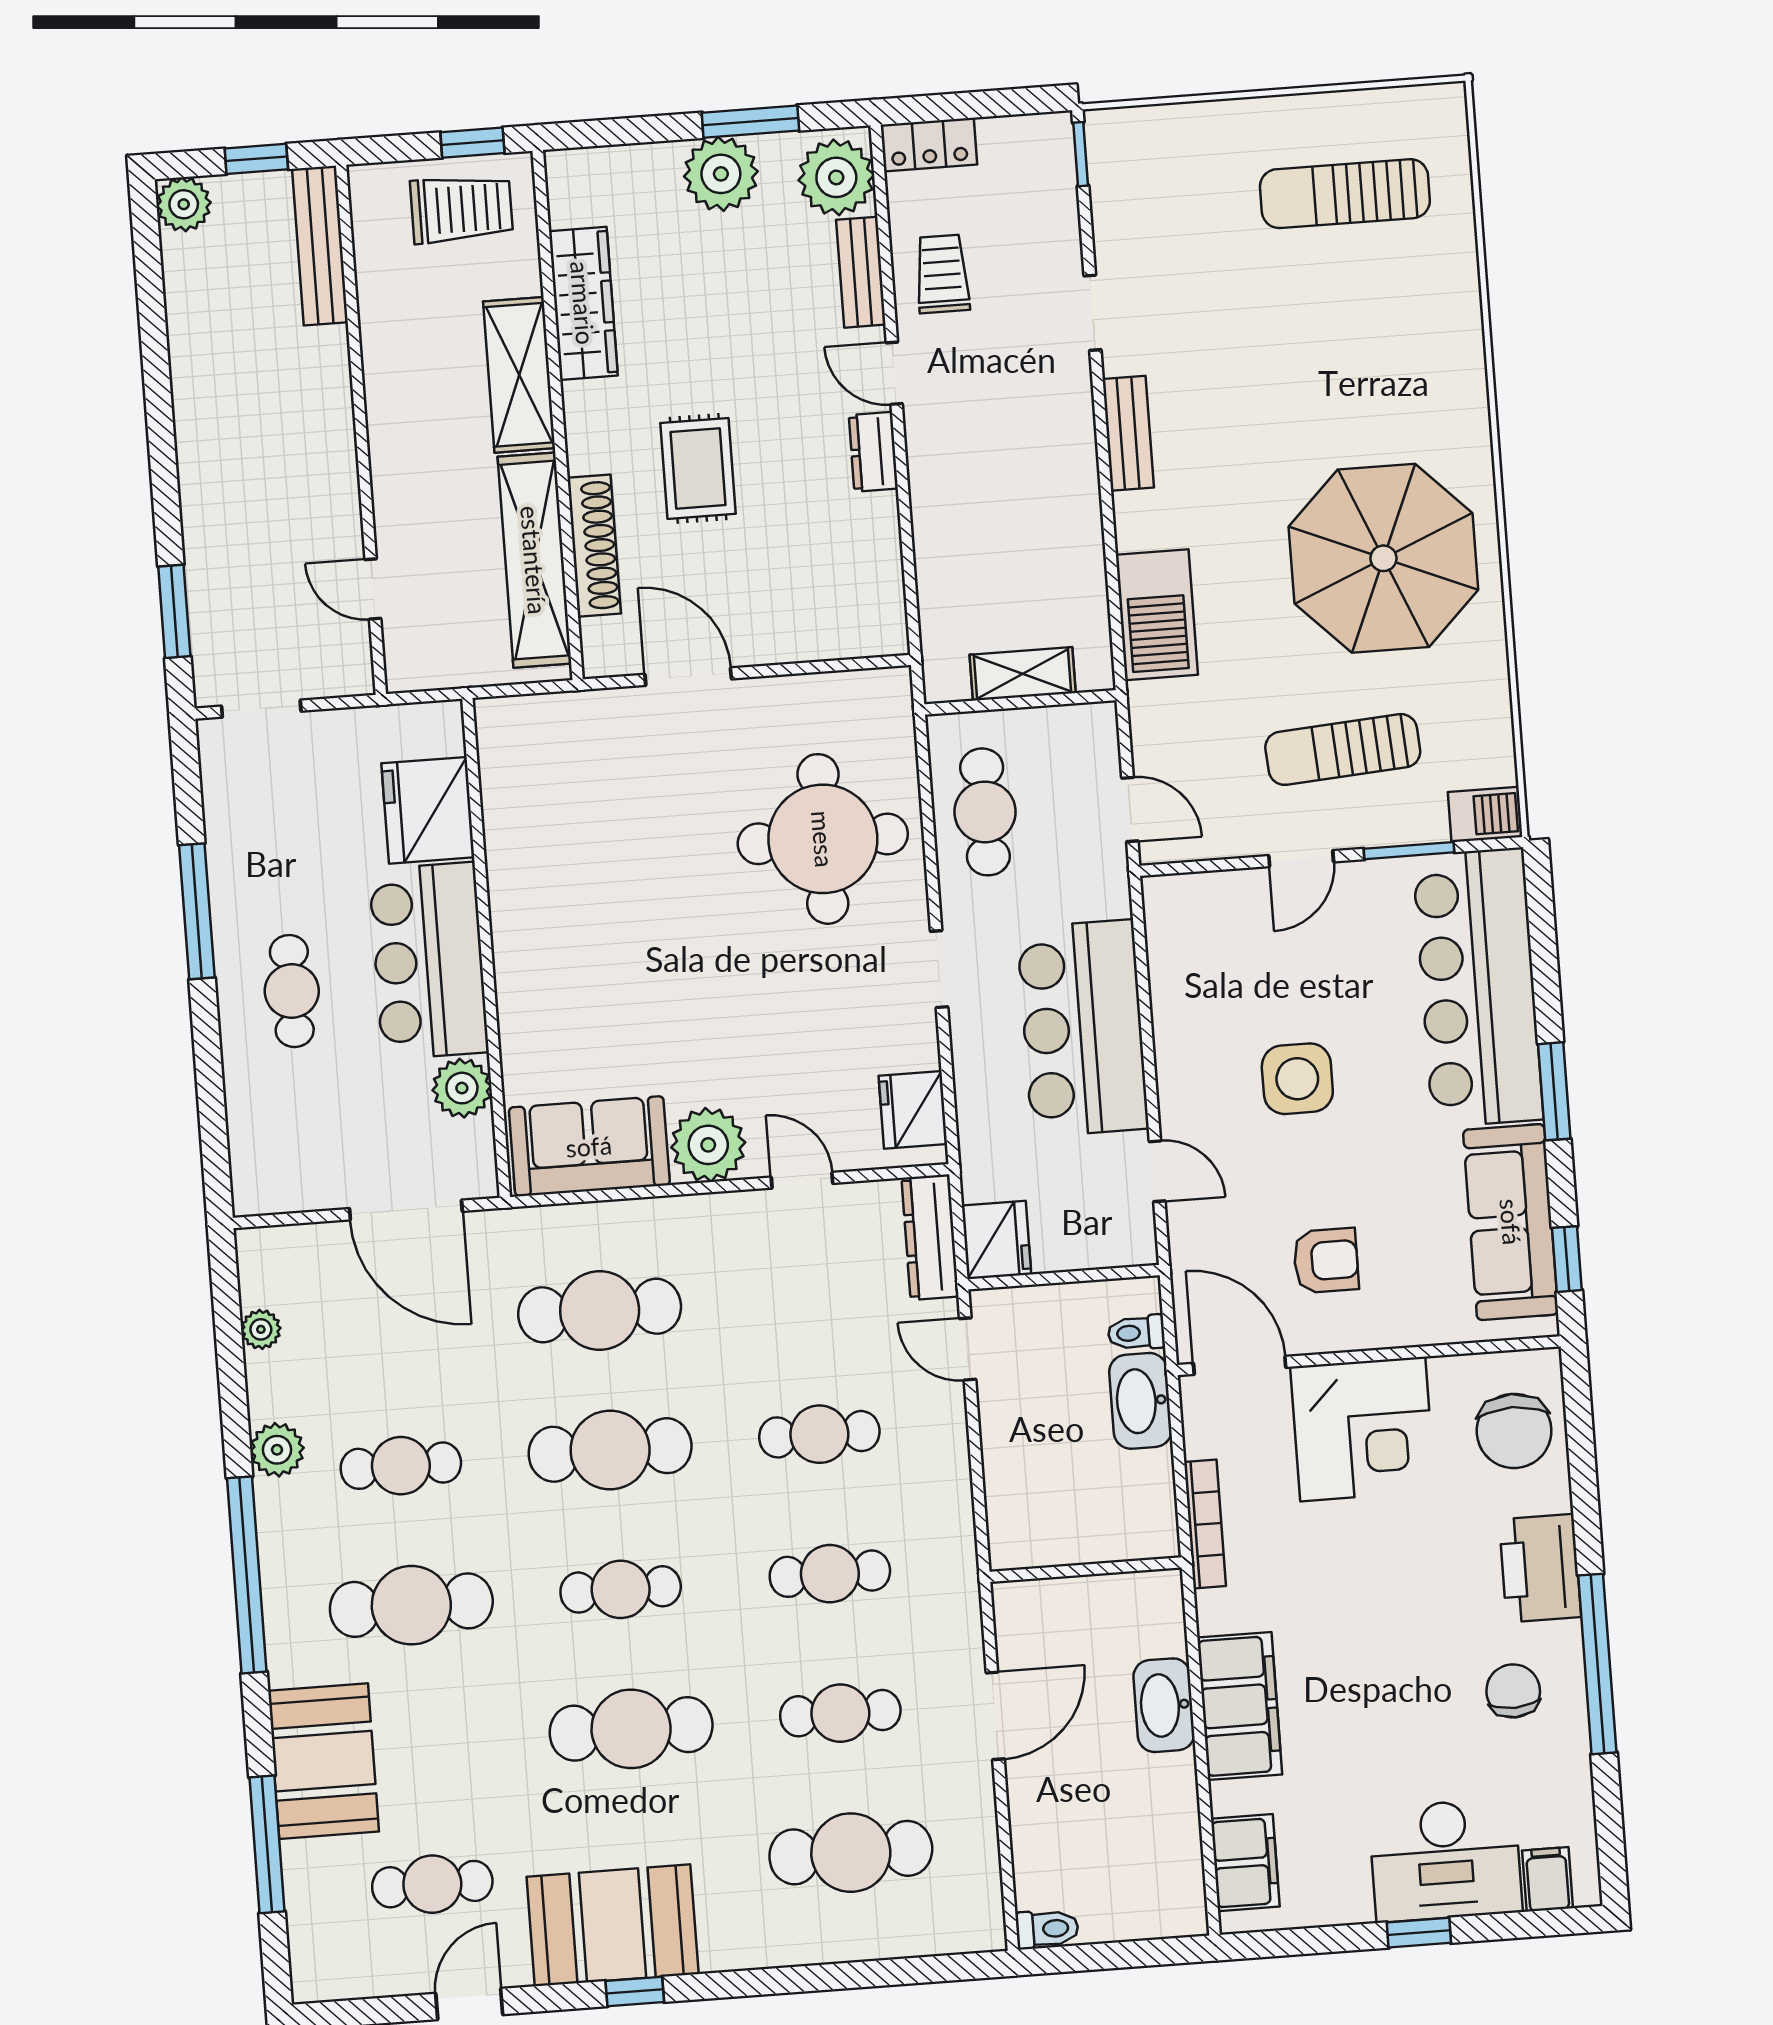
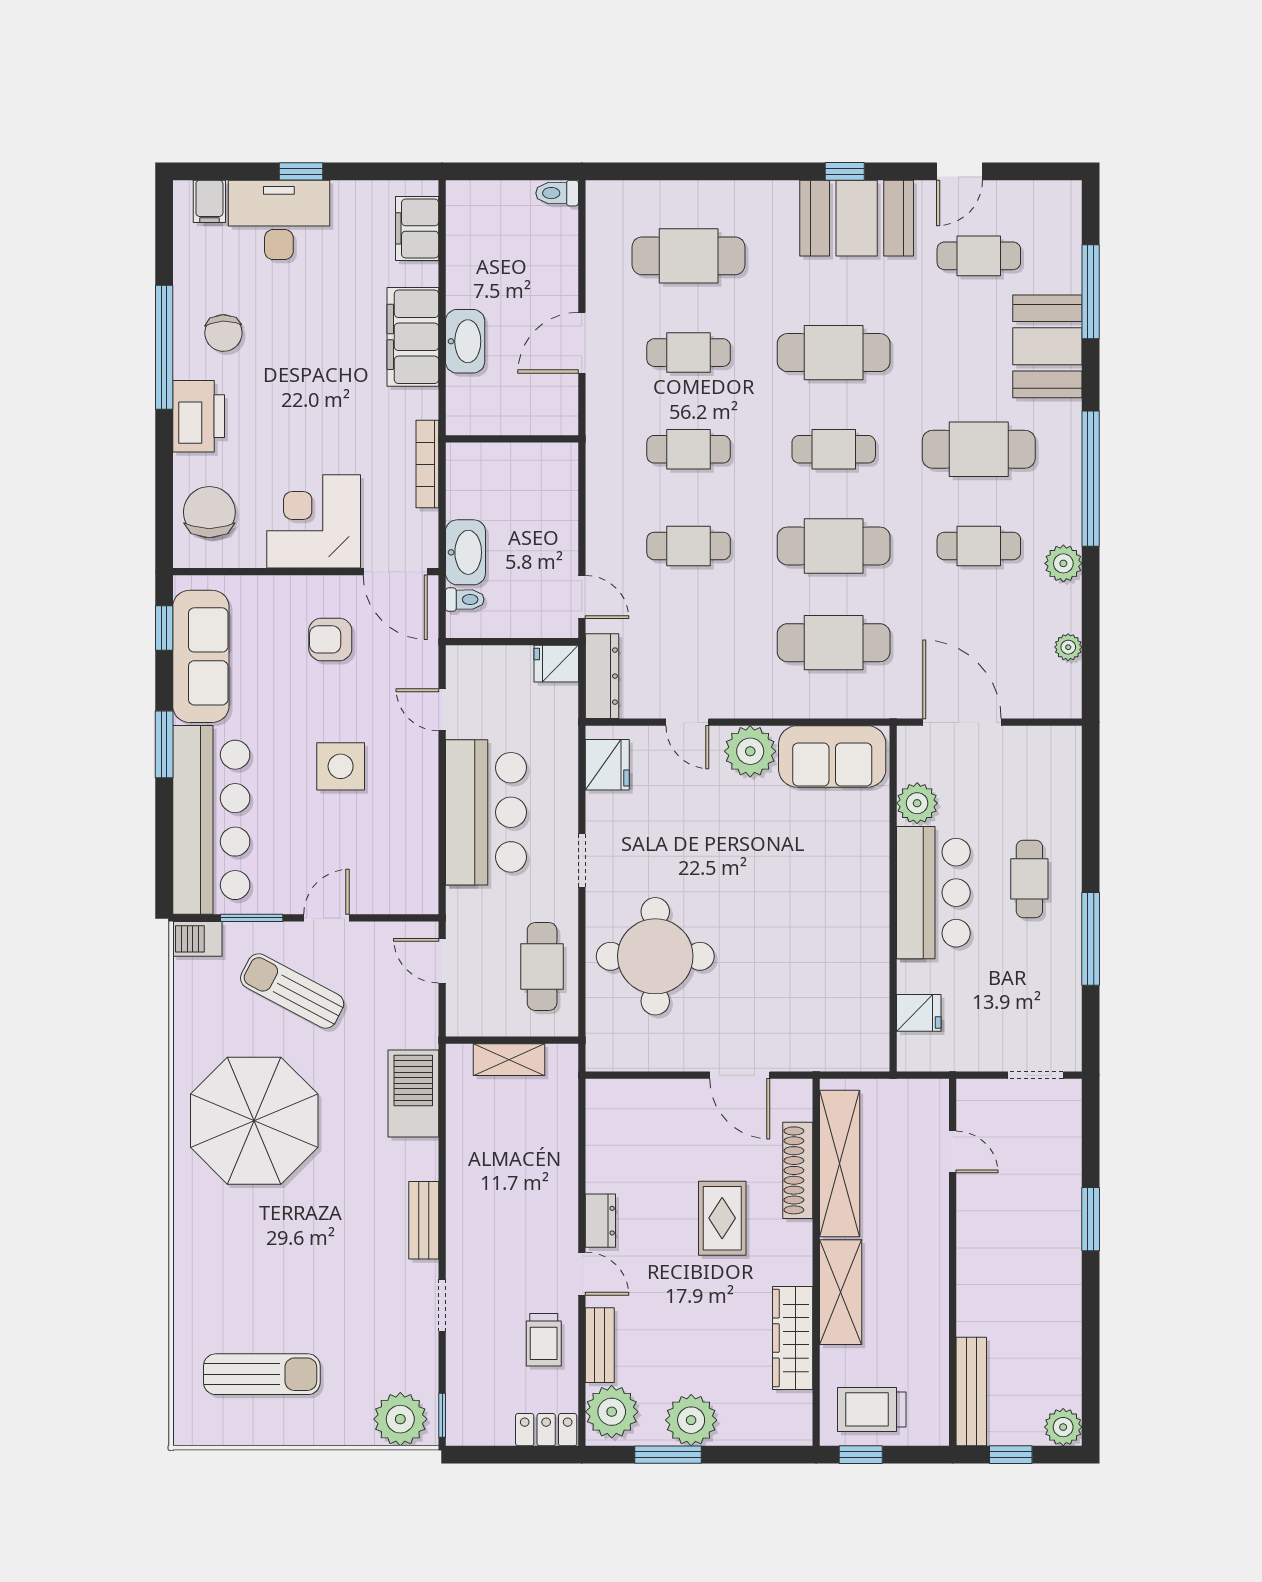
plant: (1140, 144) -> (400, 1419), added
window: (174, 611) -> (1091, 1219), moved
sun lounger: (1343, 749) -> (292, 991), turned -148
fridge: (428, 810) -> (919, 1013), width x0.53, depth x0.75
fridge: (997, 1240) -> (556, 664), width x0.72

